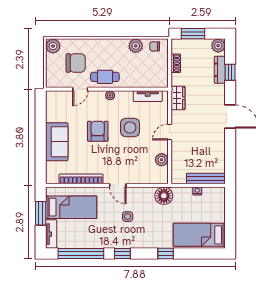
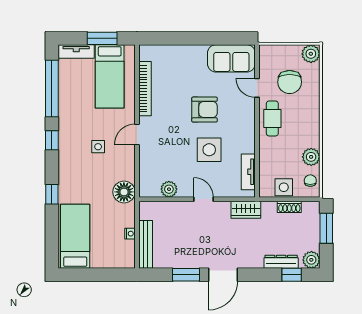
side table: (160, 68) -> (284, 187), added
window: (230, 72) -> (292, 275), moved
plant: (110, 95) -> (249, 125), removed
sofa: (57, 142) -> (231, 58), moved
window: (230, 146) -> (186, 275), added

